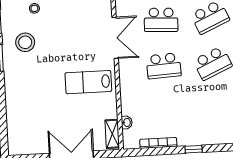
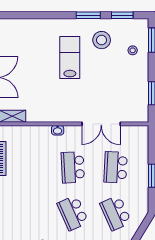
lab bench: (88, 82) -> (70, 58), moved
washbasin: (127, 122) -> (58, 130), moved

